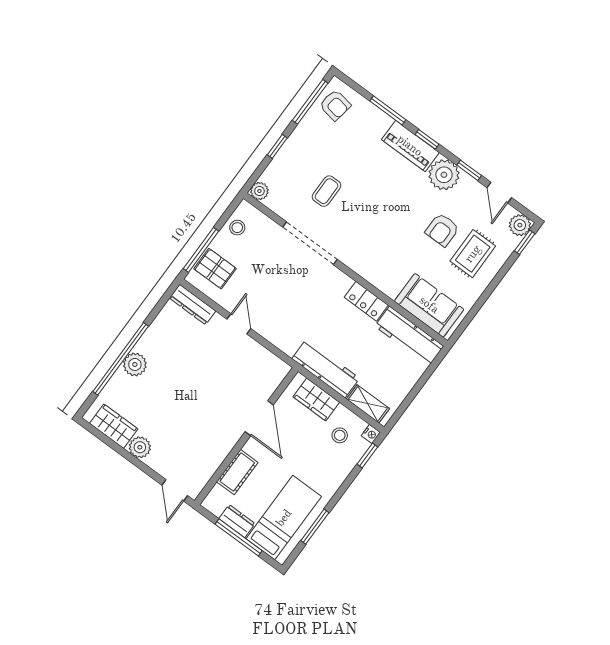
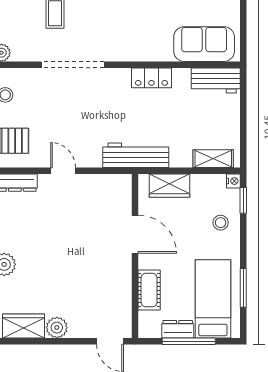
workbench: (409, 336) -> (216, 80), width x0.73
workbench: (326, 368) -> (136, 155), moved
stool: (340, 435) -> (221, 223), moved

